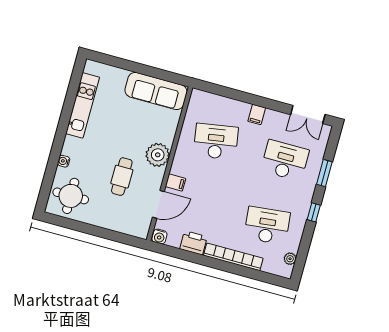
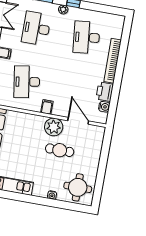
plant: (158, 155) -> (54, 127), moved
filing cabinet: (175, 183) -> (47, 107), moved
water cooler: (159, 237) -> (104, 107), moved
plant: (290, 259) -> (63, 9), moved

